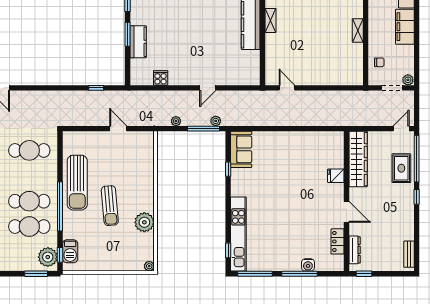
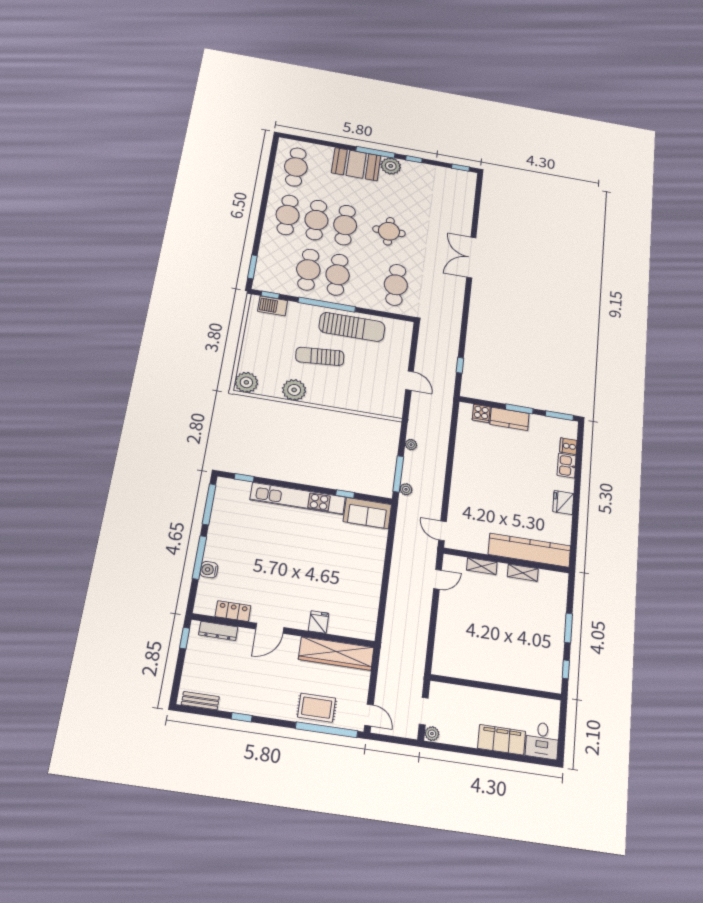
shelving: (358, 30) -> (482, 566), moved
chair: (379, 62) -> (458, 700), removed
cooker: (161, 78) -> (481, 413), moved, turned 90
door: (208, 88) -> (443, 531), moved
door: (118, 129) -> (410, 381), hinge flipped
sun lounger: (77, 183) -> (352, 327), turned 180
window: (417, 197) -> (242, 717), moved
kitchen unit: (238, 234) -> (298, 498), moved
plant: (48, 257) -> (270, 282), removed
plant: (149, 266) -> (246, 382), width x1.88, depth x1.88

